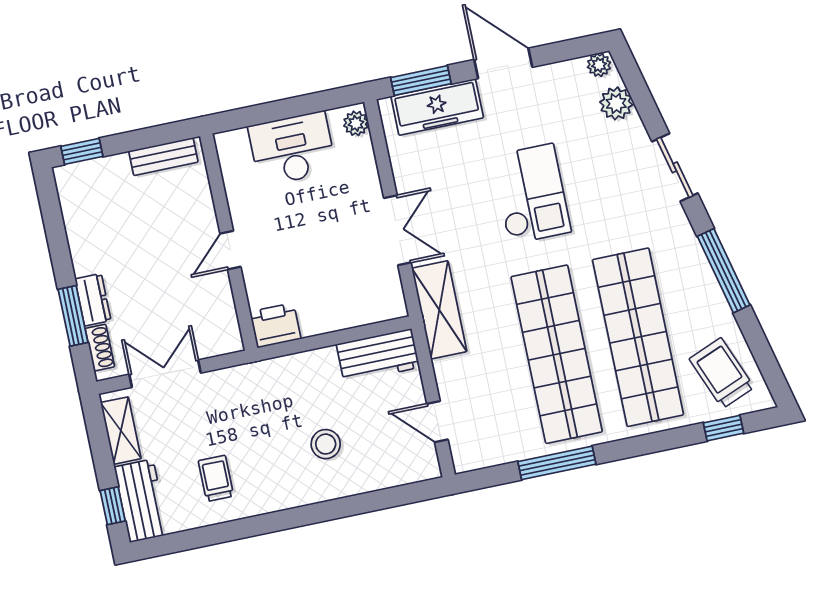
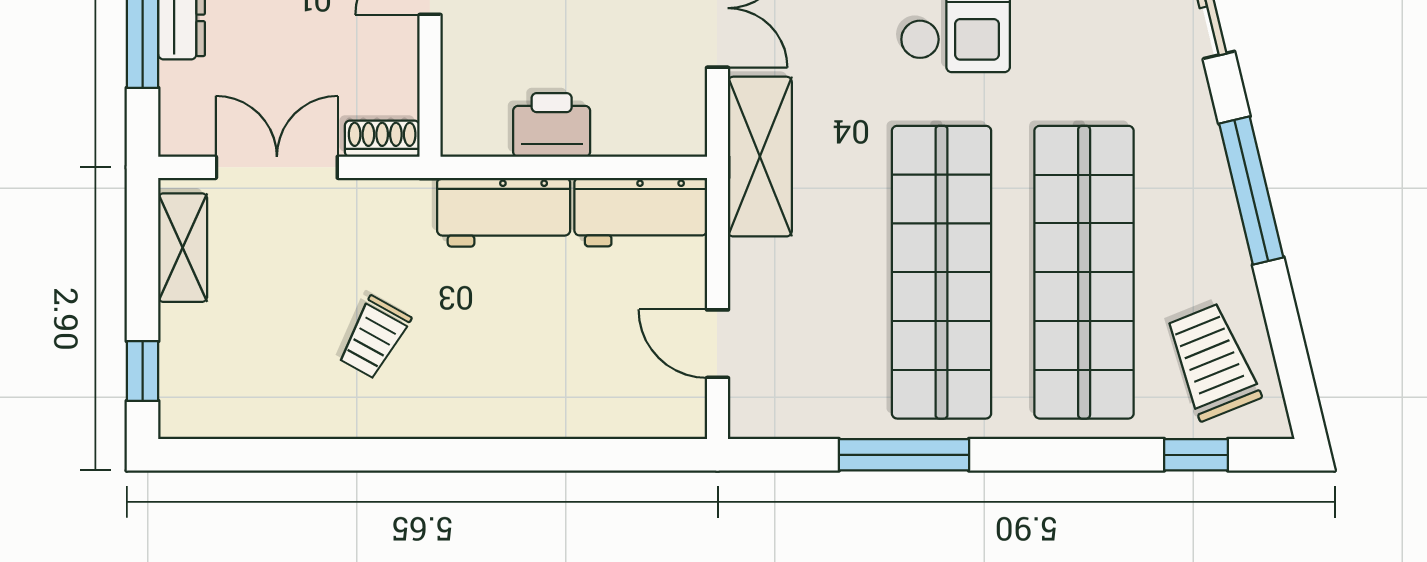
printer: (275, 325) -> (552, 125), moved
shoe rack: (100, 348) -> (382, 139), moved, turned -90
stool: (326, 444) -> (522, 342), removed
trolley: (216, 478) -> (374, 338), moved, turned -151
workbench: (141, 501) -> (504, 212), moved, turned 90

